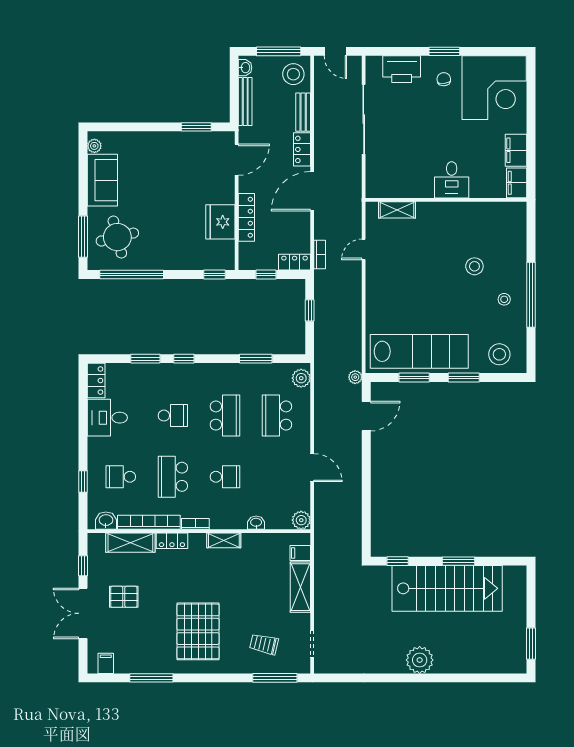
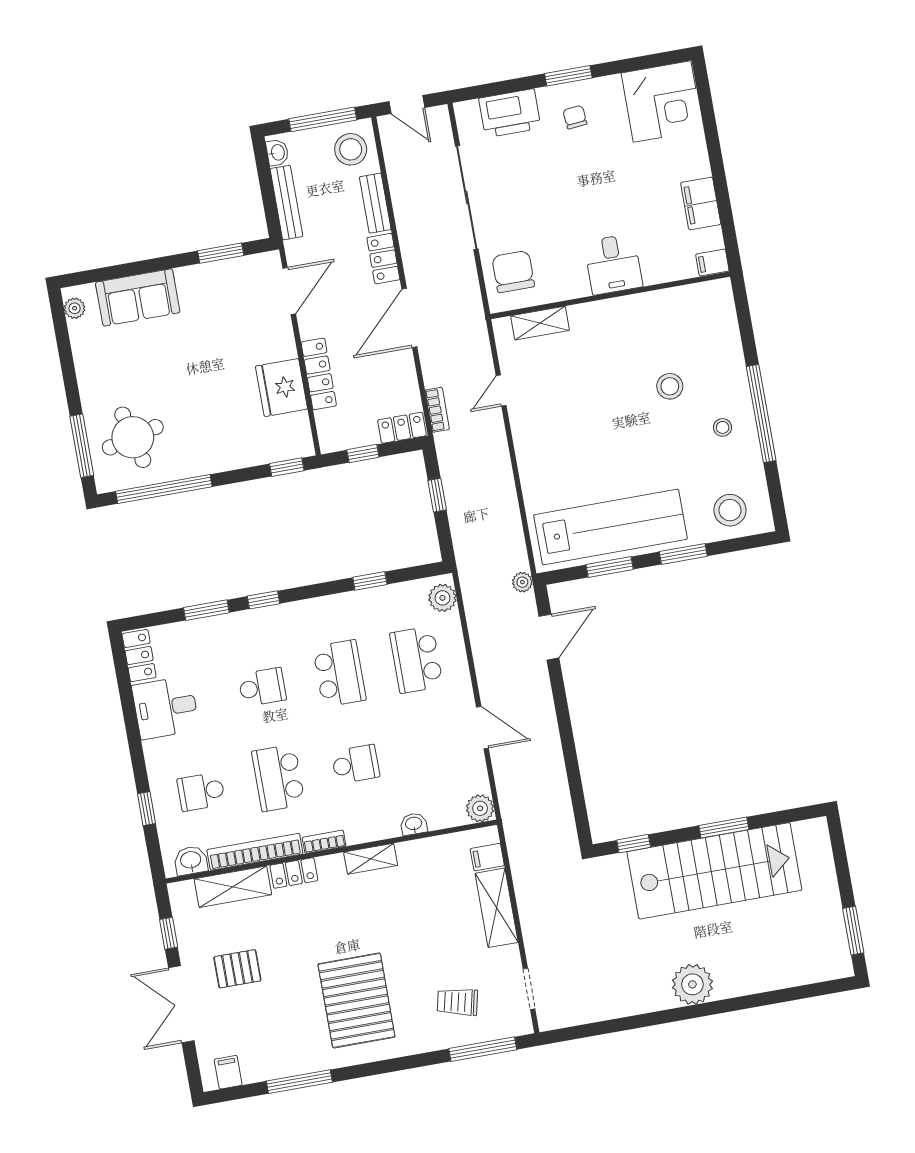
corner desk: (494, 88) -> (662, 102), width x0.74, depth x0.74
chair: (385, 173) -> (513, 272), added
sofa: (102, 180) -> (138, 297), moved, turned 90
filing cabinet: (517, 183) -> (712, 263), width x0.50
window: (256, 359) -> (370, 581), width x0.67

